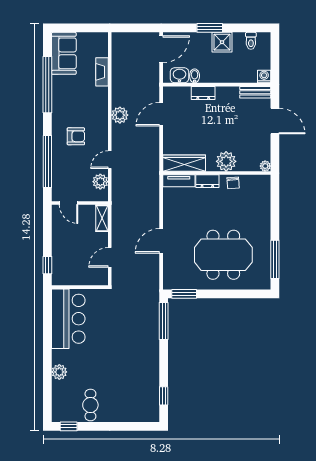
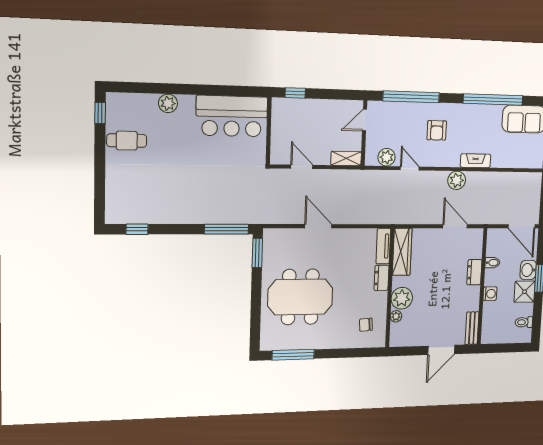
fireplace: (102, 72) -> (476, 161), moved
washbasin: (179, 75) -> (528, 270), moved, turned 180
washing machine: (264, 77) -> (490, 294), moved
plant: (265, 166) -> (396, 316), moved
chair: (233, 183) -> (366, 325), moved
meeting table: (223, 255) -> (300, 297), turned 90

